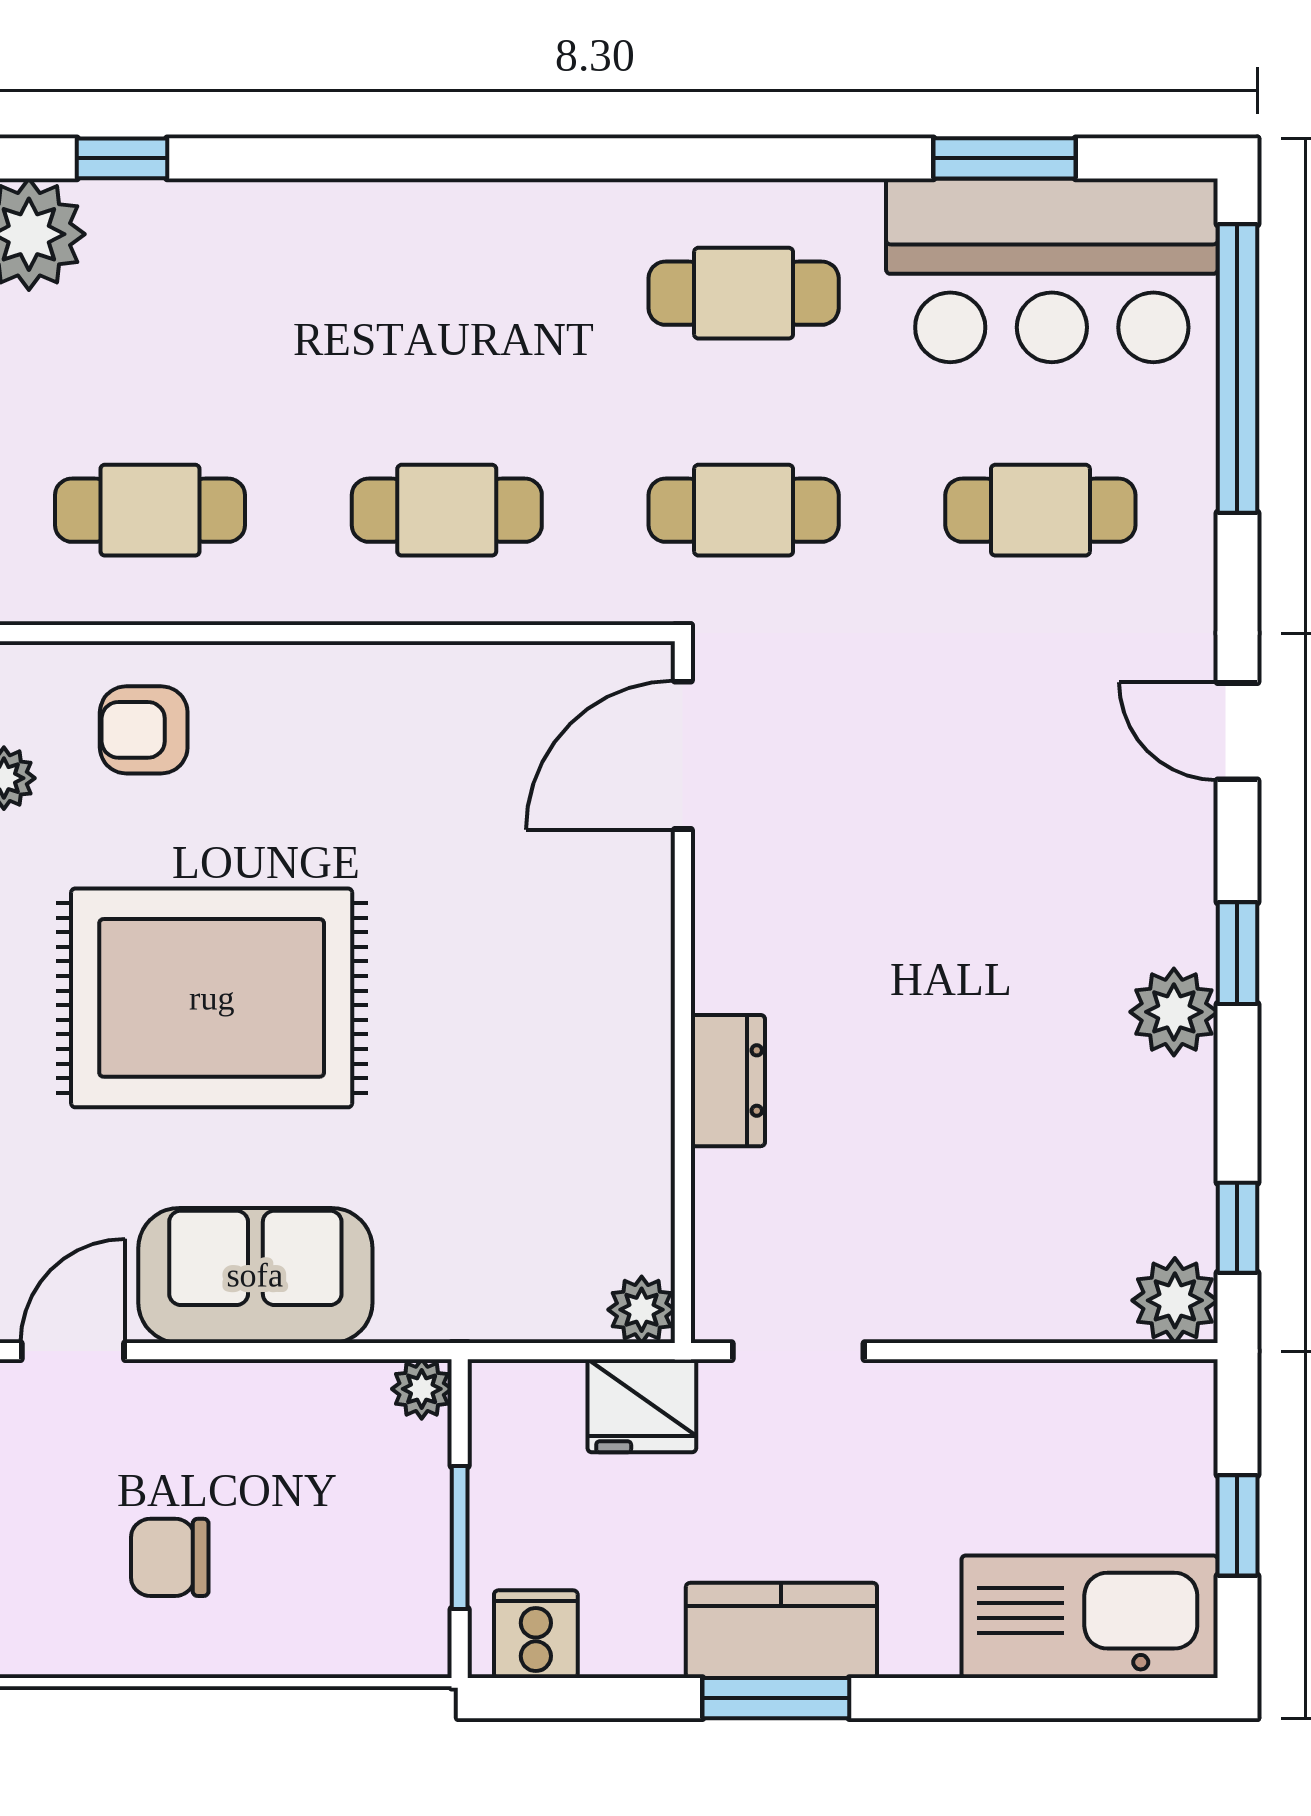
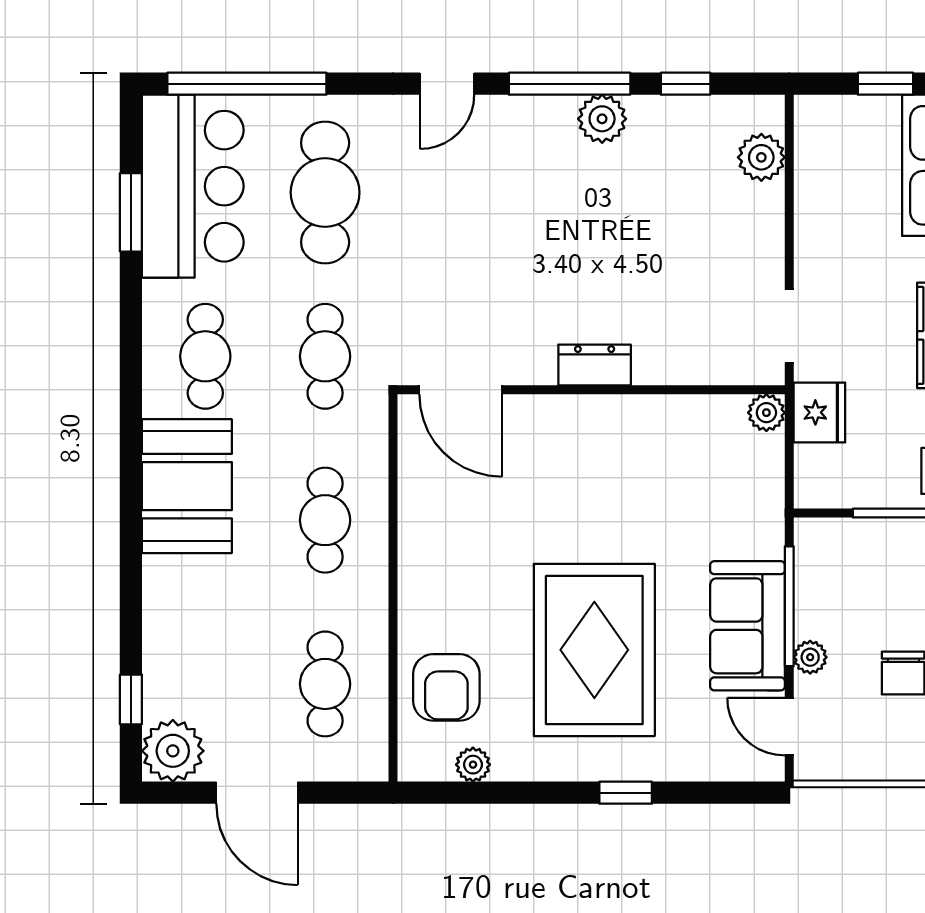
booth: (508, 260) -> (187, 486), added
cafe table: (1040, 510) -> (325, 192), width x1.37, depth x1.35
armchair: (144, 730) -> (446, 687), width x1.38, depth x1.38
window: (1237, 953) -> (570, 84), width x2.17
dresser: (728, 1081) -> (595, 365), moved
window: (1237, 1228) -> (686, 84), moved
plant: (1175, 1300) -> (761, 157), moved
window: (291, 1351) -> (789, 606), added
plant: (422, 1389) -> (810, 657), moved

